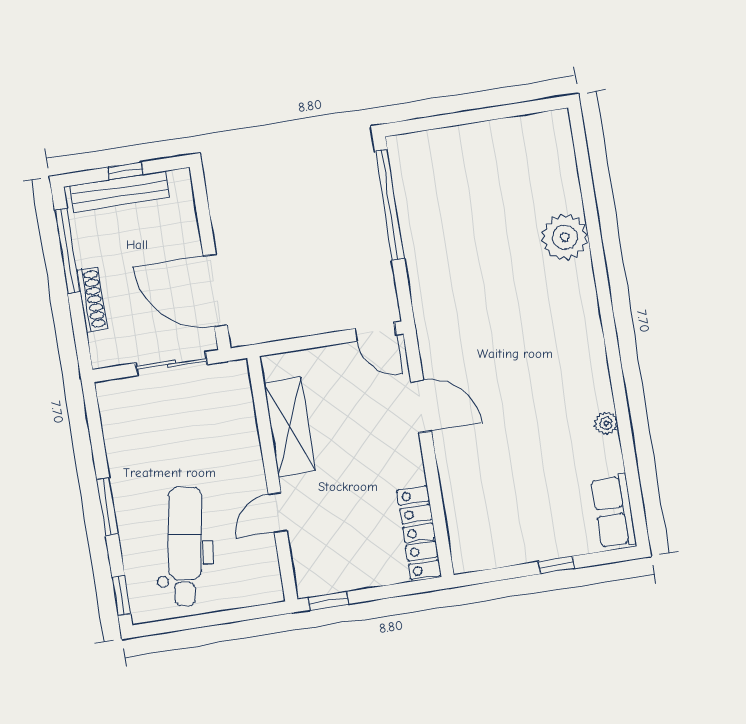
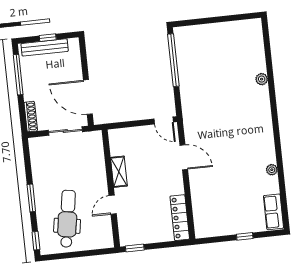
plant: (565, 237) -> (262, 79), width x0.53, depth x0.53
shoe rack: (92, 300) -> (31, 117), moved
shelving: (290, 427) -> (119, 172), width x0.67, depth x0.75

